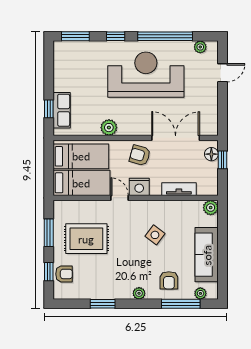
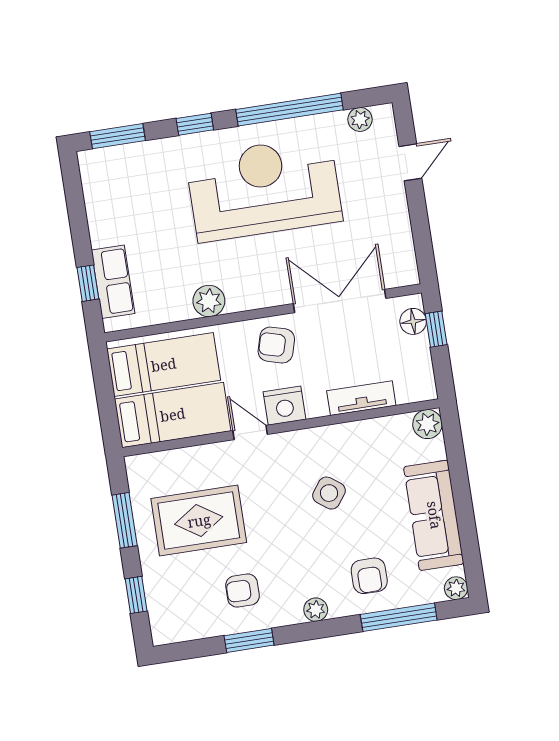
armchair: (64, 274) -> (242, 591), moved, turned 180
plant: (200, 293) -> (456, 588), moved

